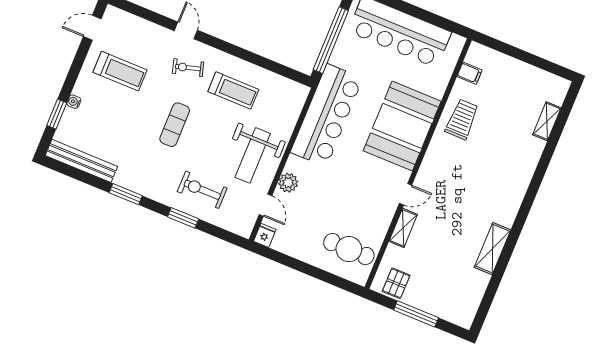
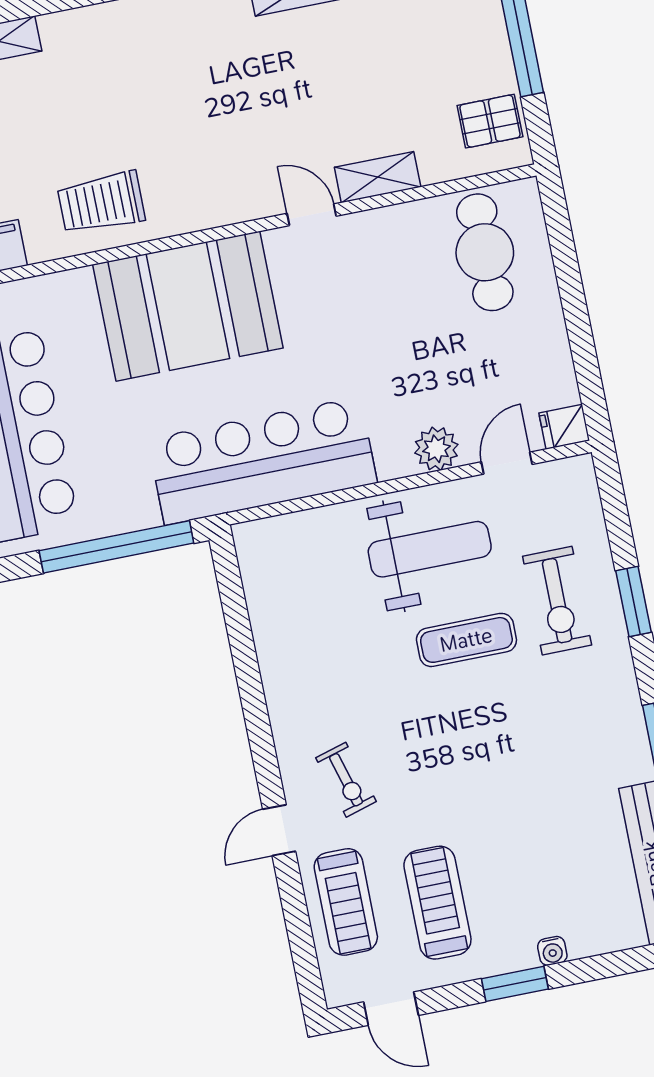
treadmill: (233, 90) -> (346, 902), moved, turned 180
window: (57, 114) -> (515, 984), moved
exercise mat: (175, 125) -> (466, 640), moved

